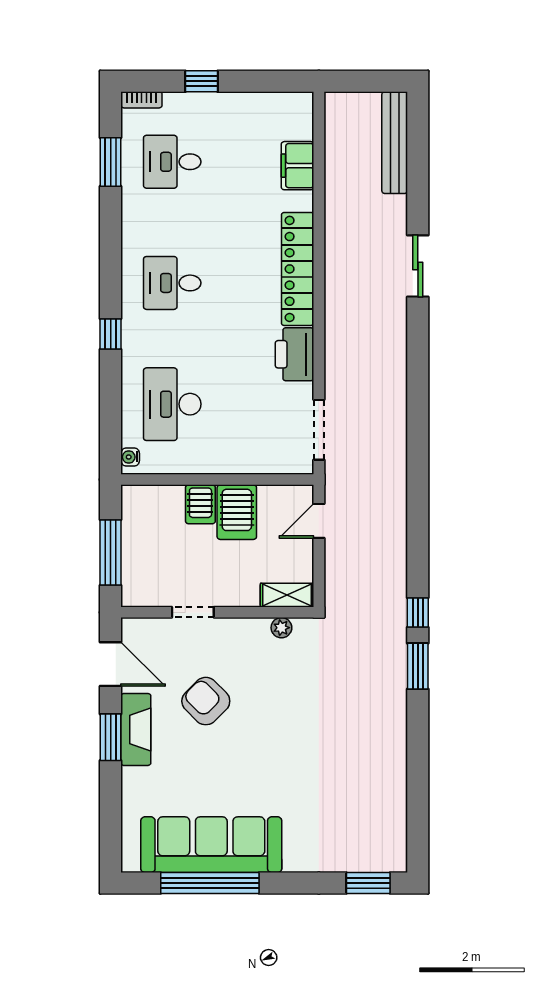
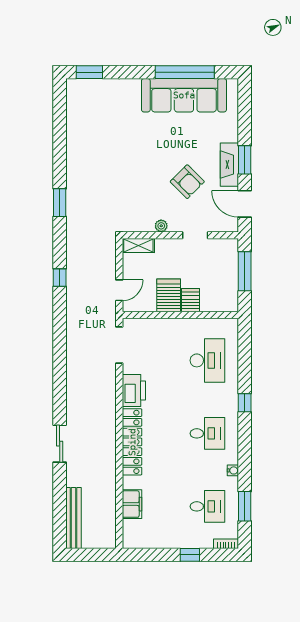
water cooler: (130, 457) -> (233, 470), moved
window: (418, 612) -> (60, 278), moved
plant: (281, 628) -> (161, 226), moved

